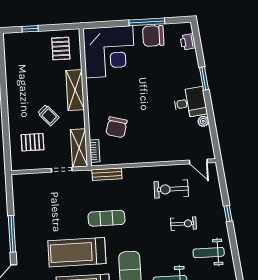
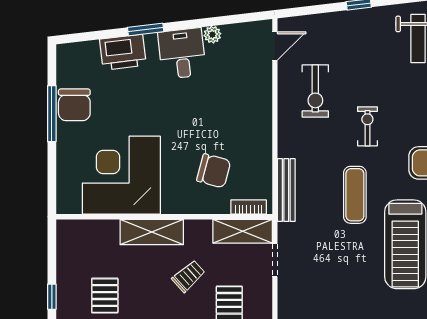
printer: (188, 42) -> (123, 52), moved, width x1.87, depth x1.48
pallet: (61, 49) -> (105, 296), moved, turned 90
corner desk: (109, 52) -> (121, 175), moved, turned -90
bench: (107, 174) -> (286, 190), width x1.36
exercise bike: (184, 224) -> (367, 126), moved

